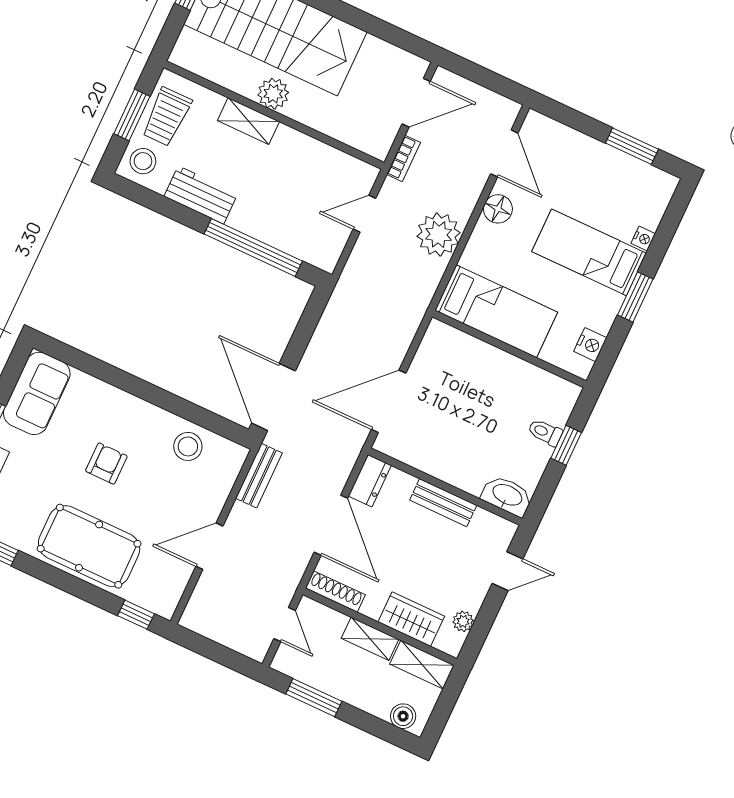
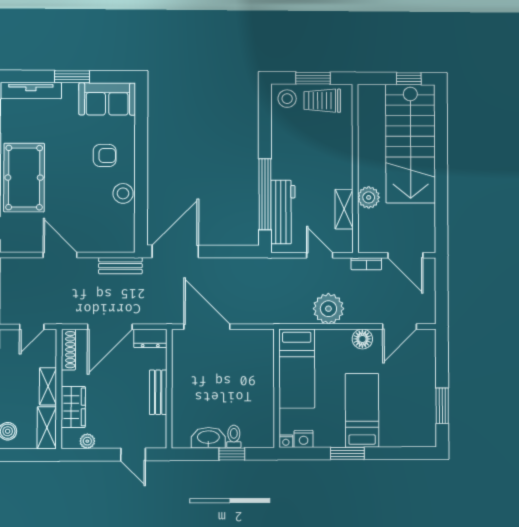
plant: (273, 94) -> (369, 197), moved
shelving: (248, 121) -> (344, 209), moved
workbench: (201, 195) -> (283, 212), moved, width x1.37
nightstand: (643, 239) -> (286, 441), moved
stool: (188, 446) -> (123, 193), moved
armchair: (106, 464) -> (105, 155), moved
washbasin: (507, 496) -> (208, 438), moved, turned -90

